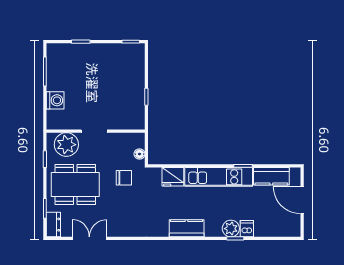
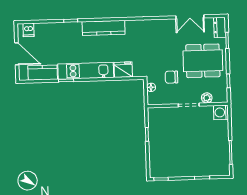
washing machine: (55, 100) -> (221, 112), moved
plant: (66, 145) -> (207, 98), width x0.53, depth x0.53
chair: (124, 178) -> (171, 77), moved
kitchen counter: (187, 228) -> (104, 28), width x1.50
plant: (231, 229) -> (74, 29), removed
dishwasher: (247, 229) -> (28, 30), moved

